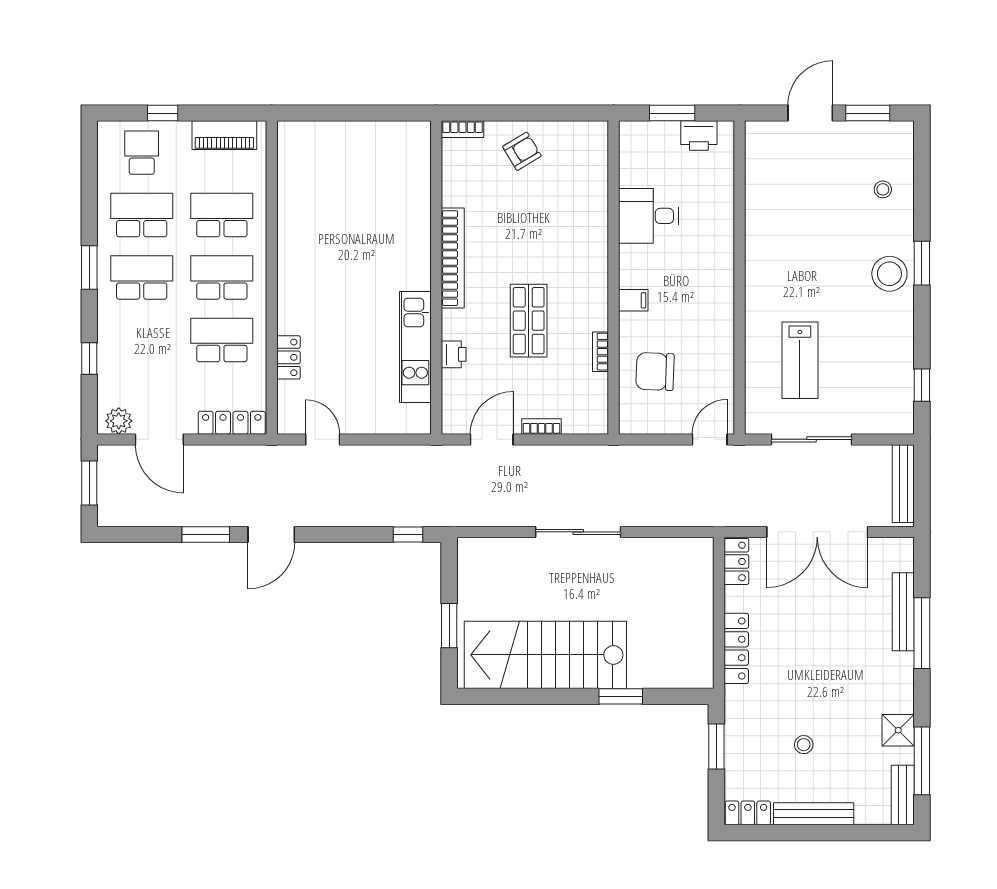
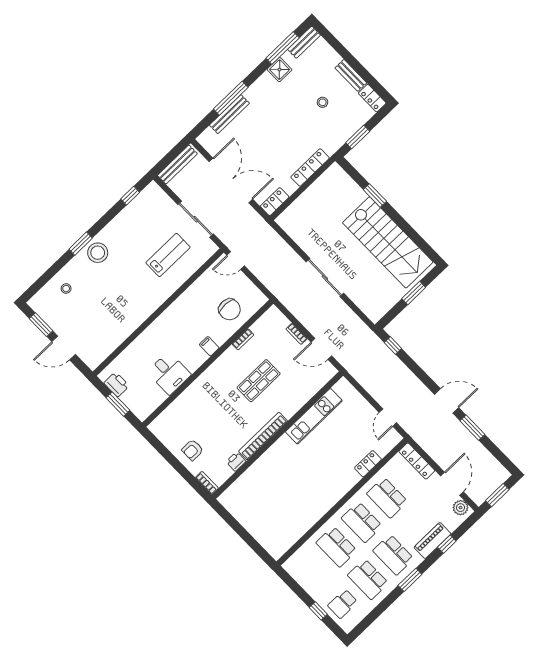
piano: (224, 135) -> (432, 541), moved, turned -90
armchair: (522, 151) -> (192, 450), turned -59
printer: (454, 354) -> (236, 462), moved
bench: (814, 814) -> (351, 75), width x0.73

